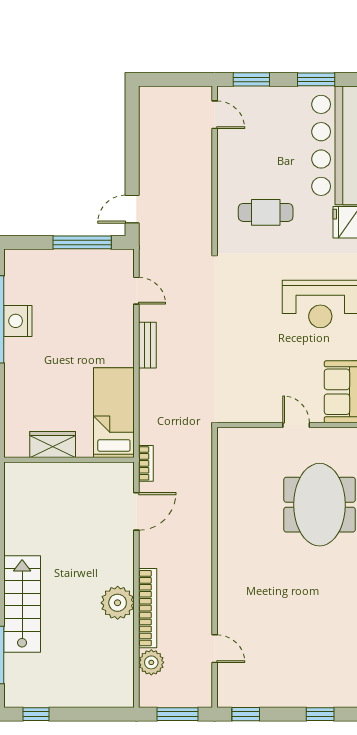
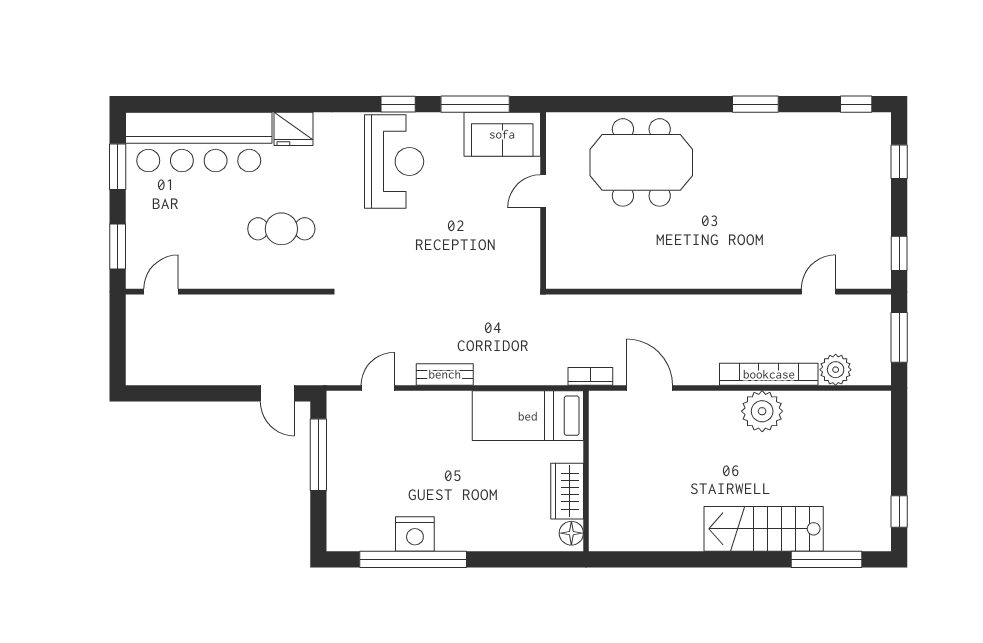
cafe table: (266, 212) -> (281, 229), turned 90
floor lamp: (18, 448) -> (571, 533), added

